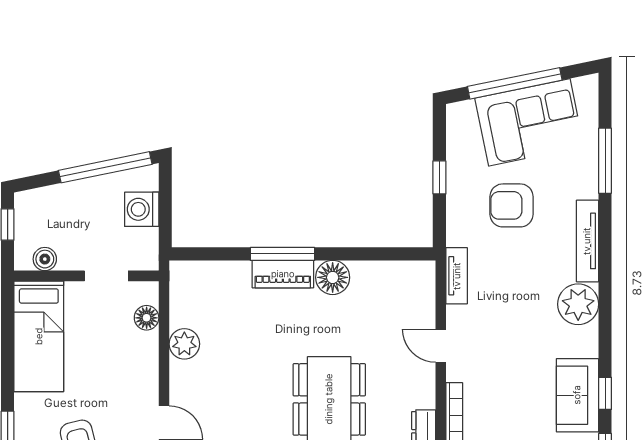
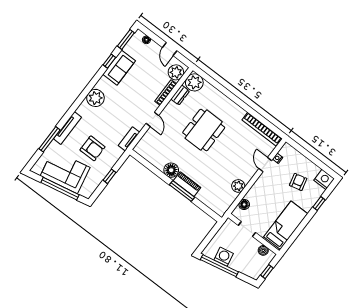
washing machine: (142, 209) -> (224, 257), moved, turned -102
tv unit: (587, 241) -> (67, 128), moved

